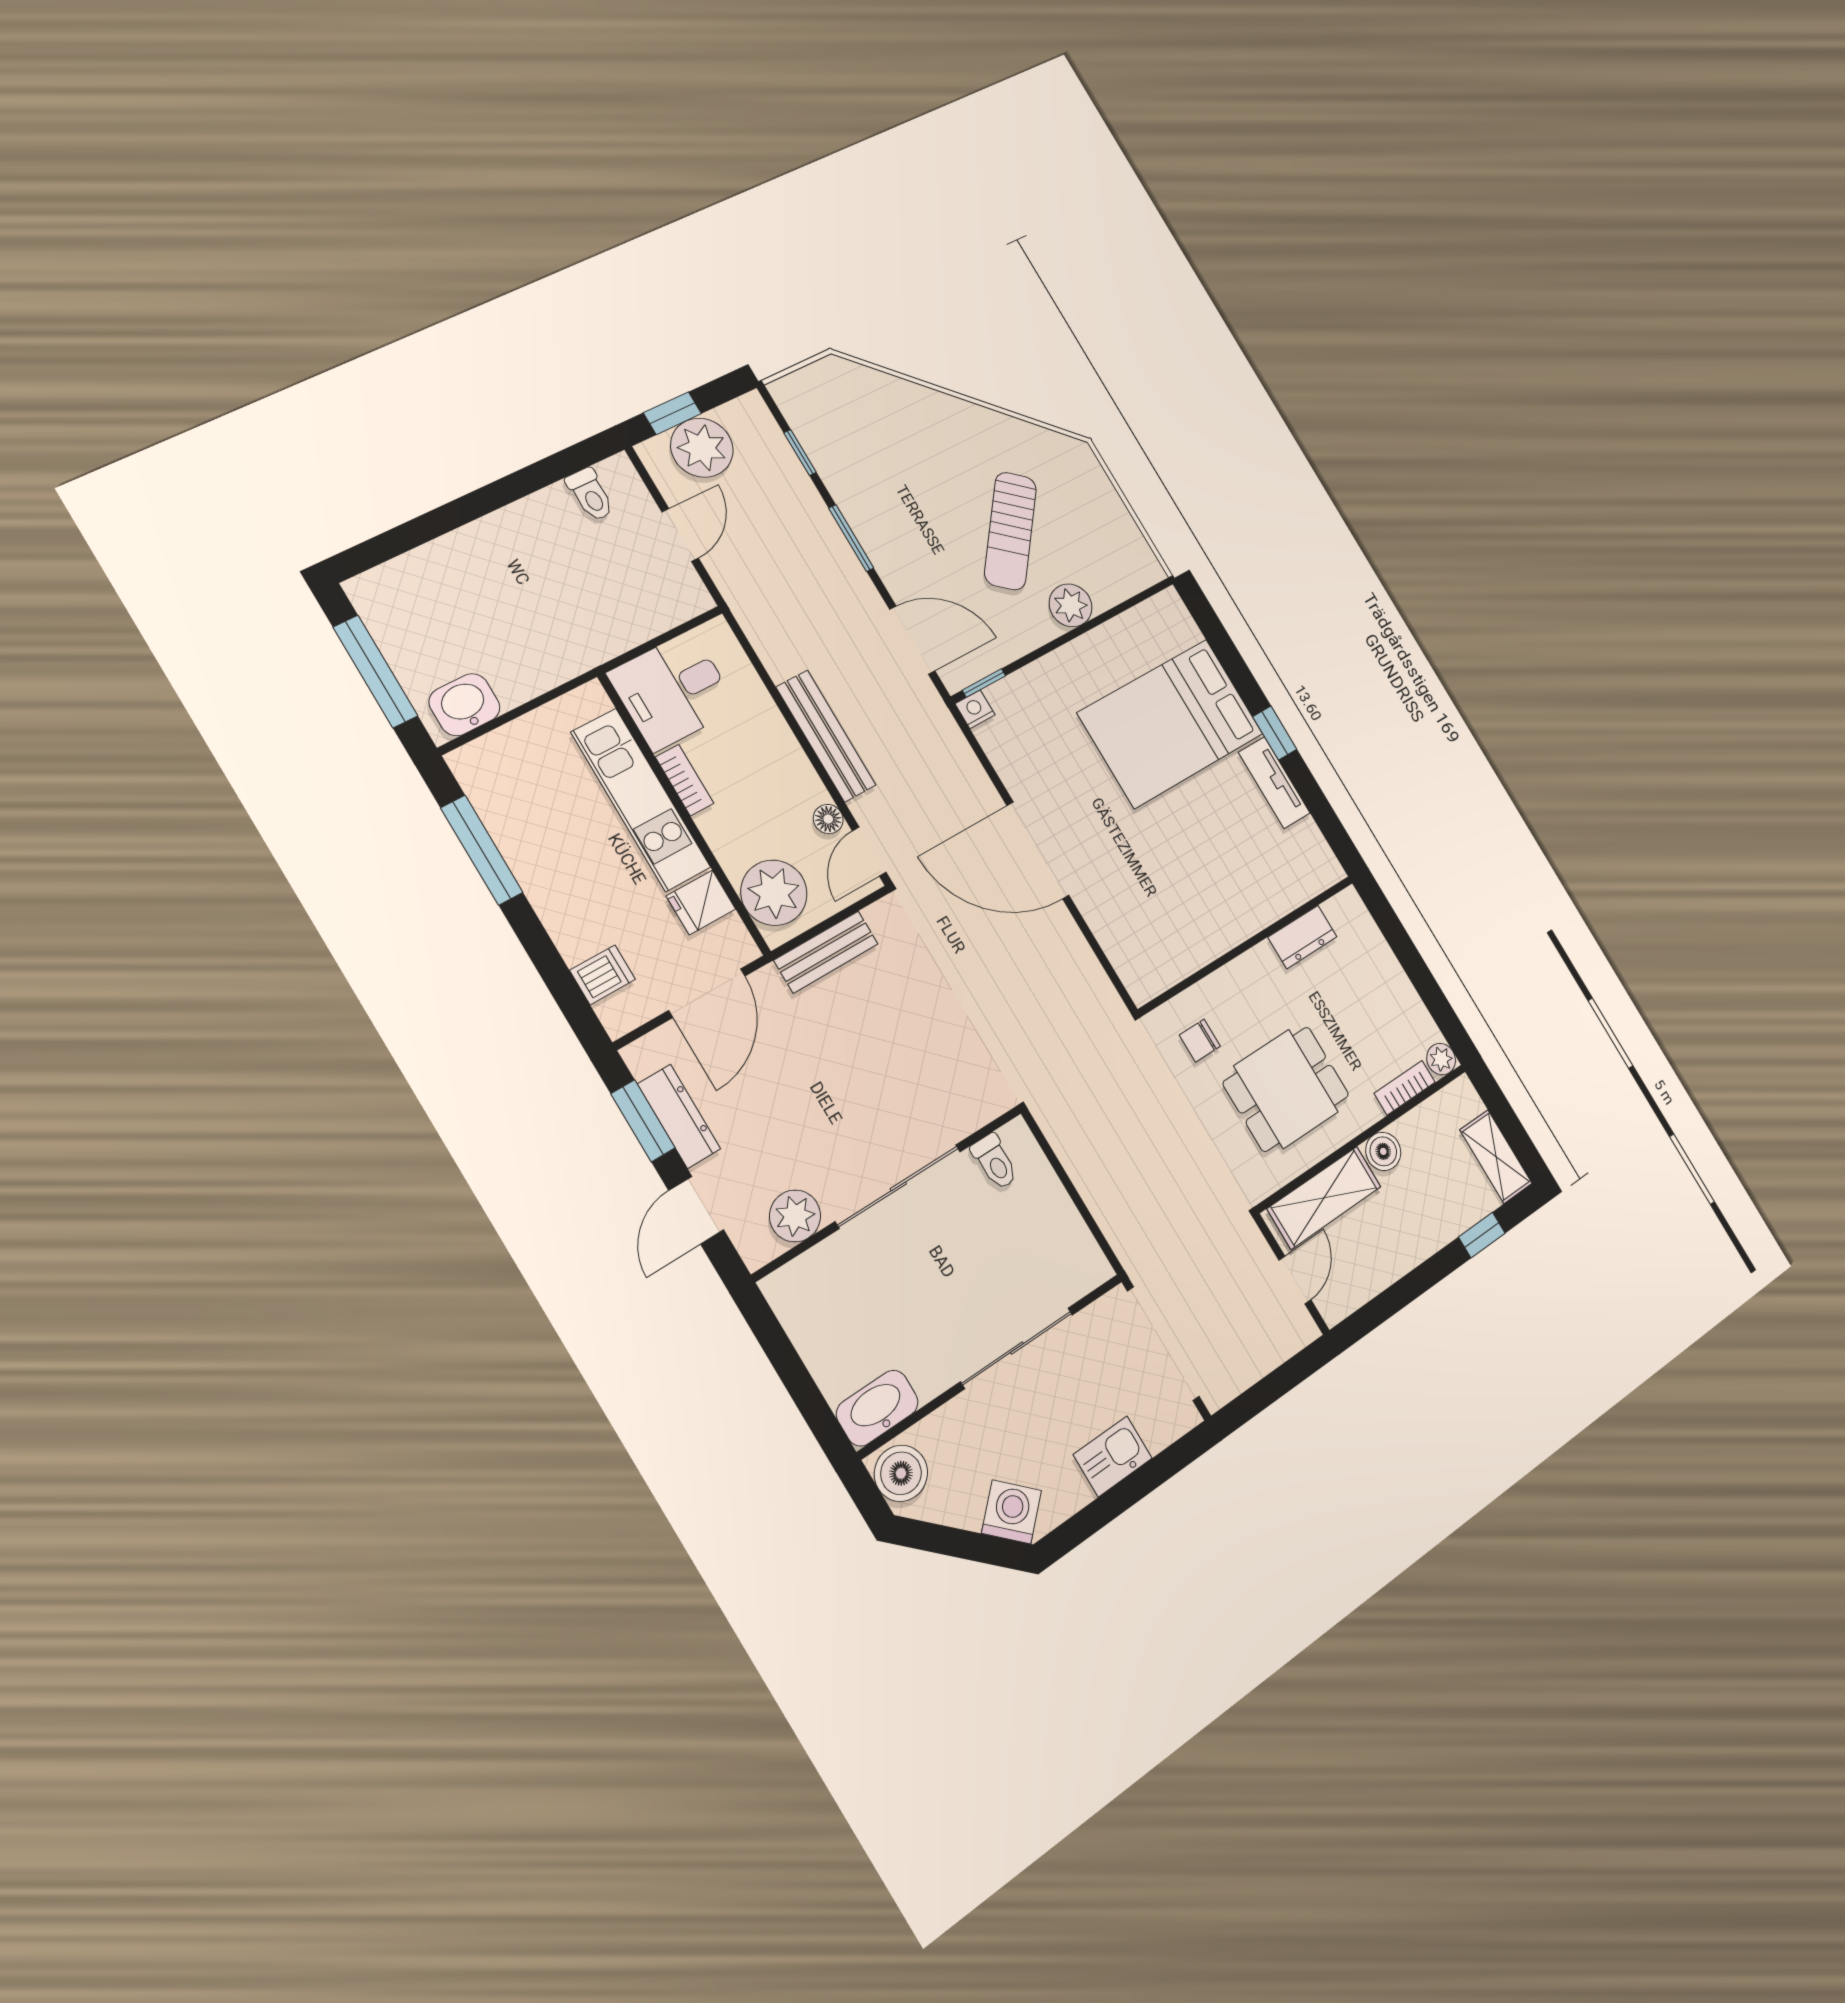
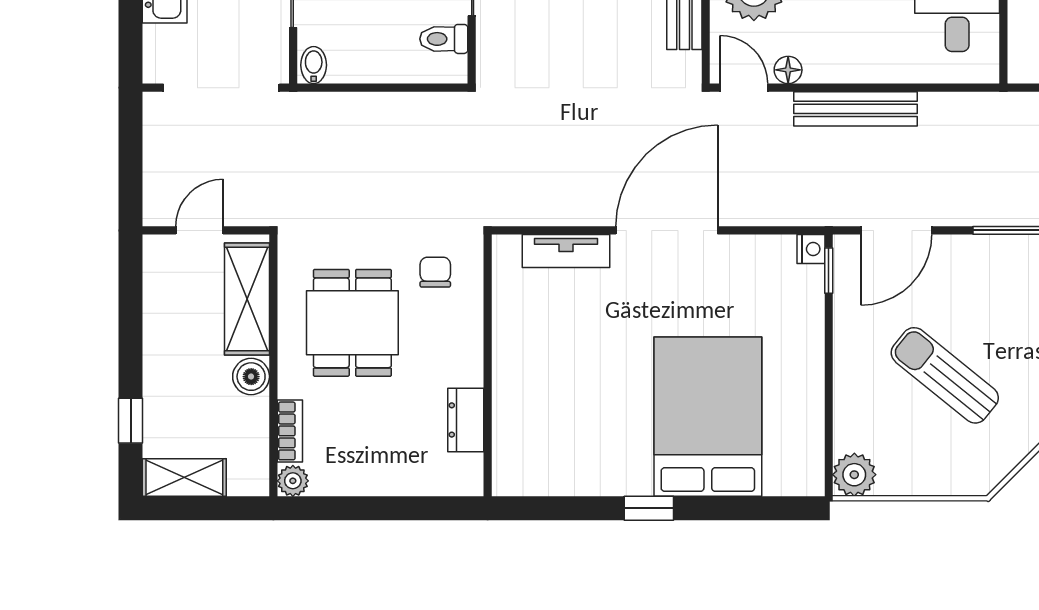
plant: (1071, 605) -> (854, 475), moved
tv unit: (1274, 783) -> (566, 251), moved, turned 180
bidet: (1091, 1270) -> (314, 65), added
door: (1295, 1280) -> (199, 230), swing flipped

